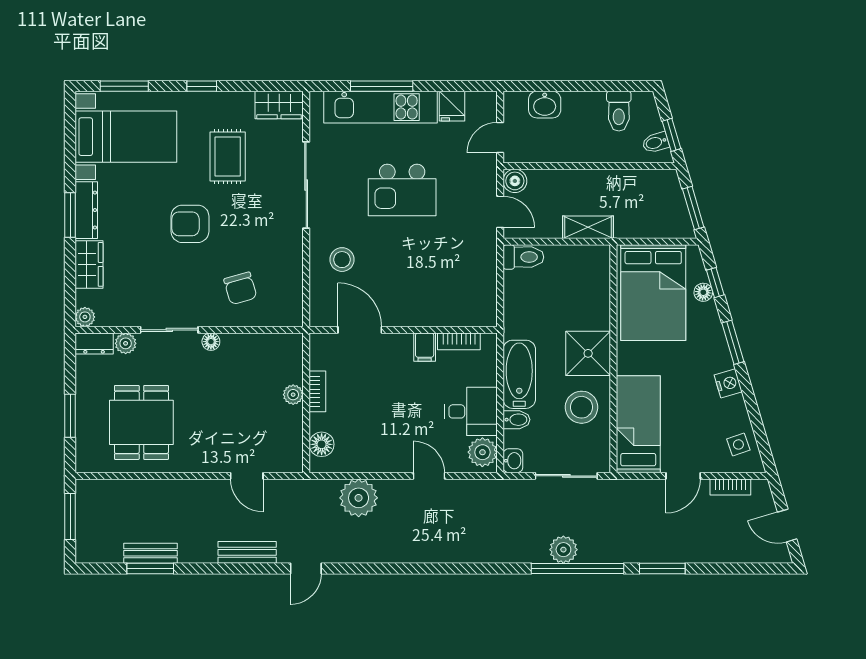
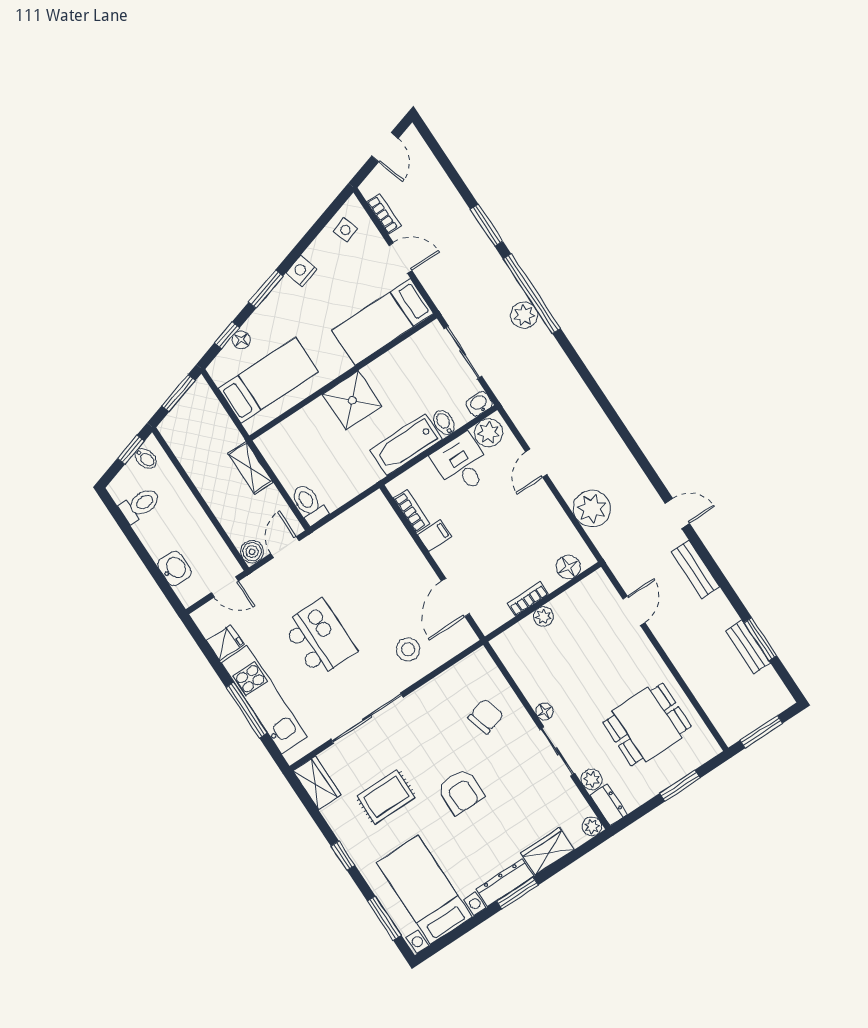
bed: (653, 293) -> (268, 380), width x0.67
stool: (581, 407) -> (399, 377), removed

